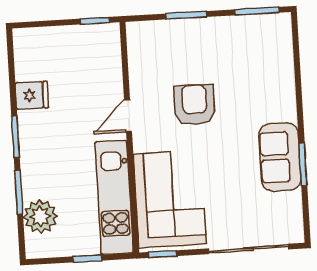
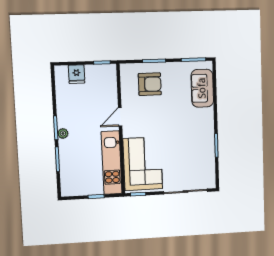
fridge: (32, 95) -> (77, 74), moved, turned 90
armchair: (195, 105) -> (150, 84), moved, turned 90
sofa: (280, 157) -> (202, 88), moved
plant: (40, 217) -> (63, 133), moved, width x0.53, depth x0.53

